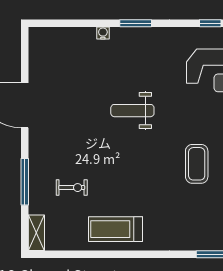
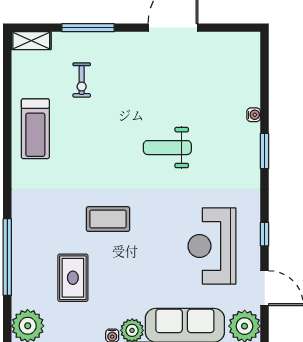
weight bench: (132, 111) -> (167, 148), turned -90
treadmill: (116, 229) -> (35, 129), turned 180

